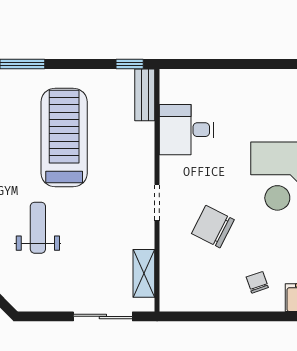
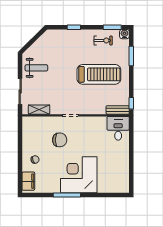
desk: (187, 130) -> (118, 128), moved
chair: (213, 227) -> (60, 140), turned 63
weight bench: (38, 228) -> (36, 68), moved

